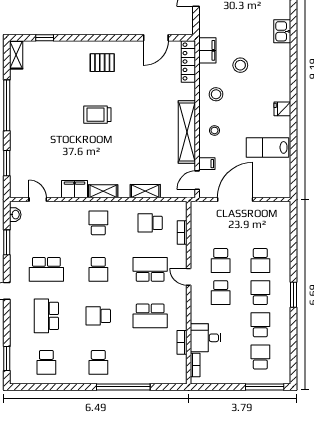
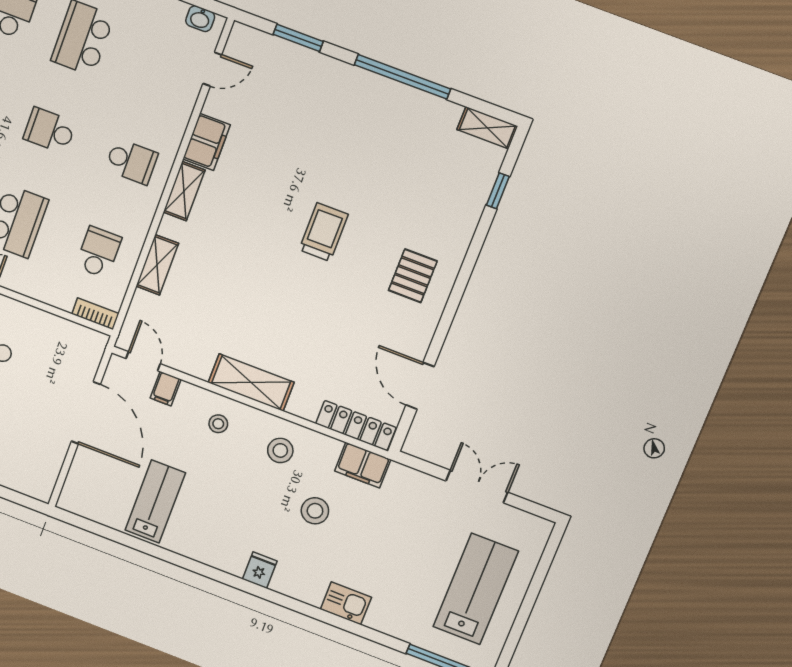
fridge: (282, 109) -> (260, 570), moved
shelving: (187, 132) -> (251, 382), width x0.68
bookcase: (182, 232) -> (95, 314), moved

